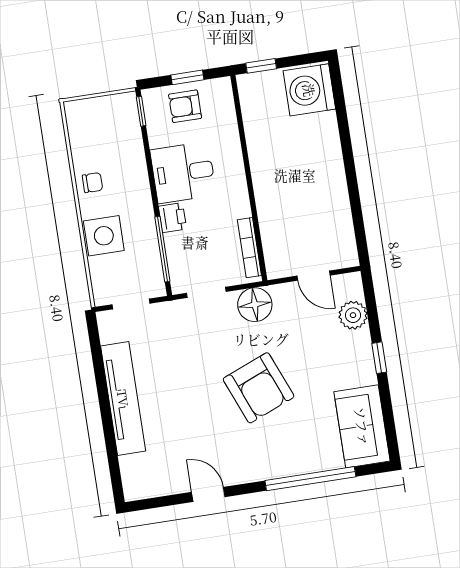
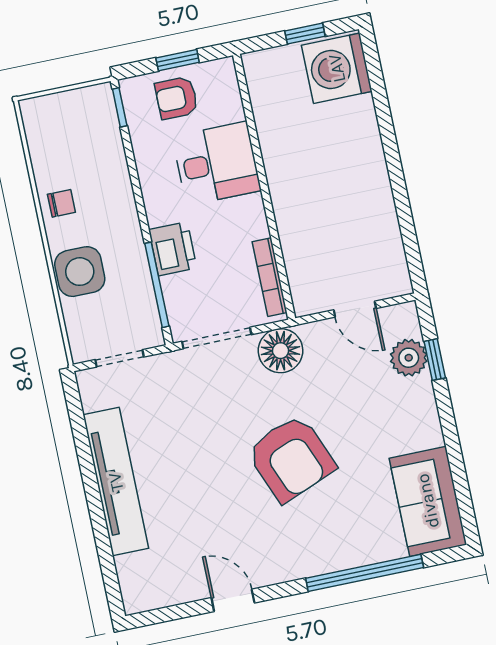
window: (261, 66) -> (305, 34), moved
desk: (183, 173) -> (217, 164), moved, turned 180
printer: (172, 218) -> (173, 249), width x1.36, depth x1.24
doorway: (206, 292) -> (217, 338), width x1.38
window: (379, 358) -> (435, 360), moved

